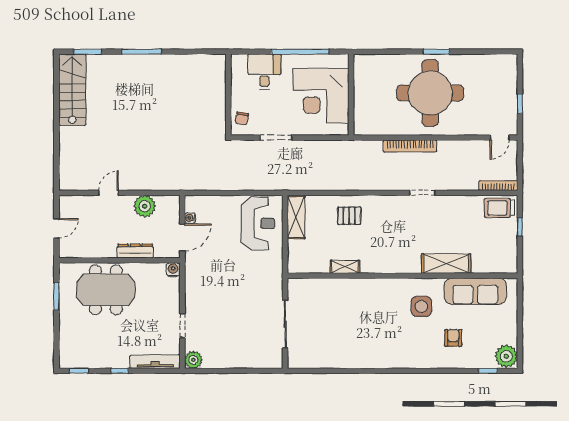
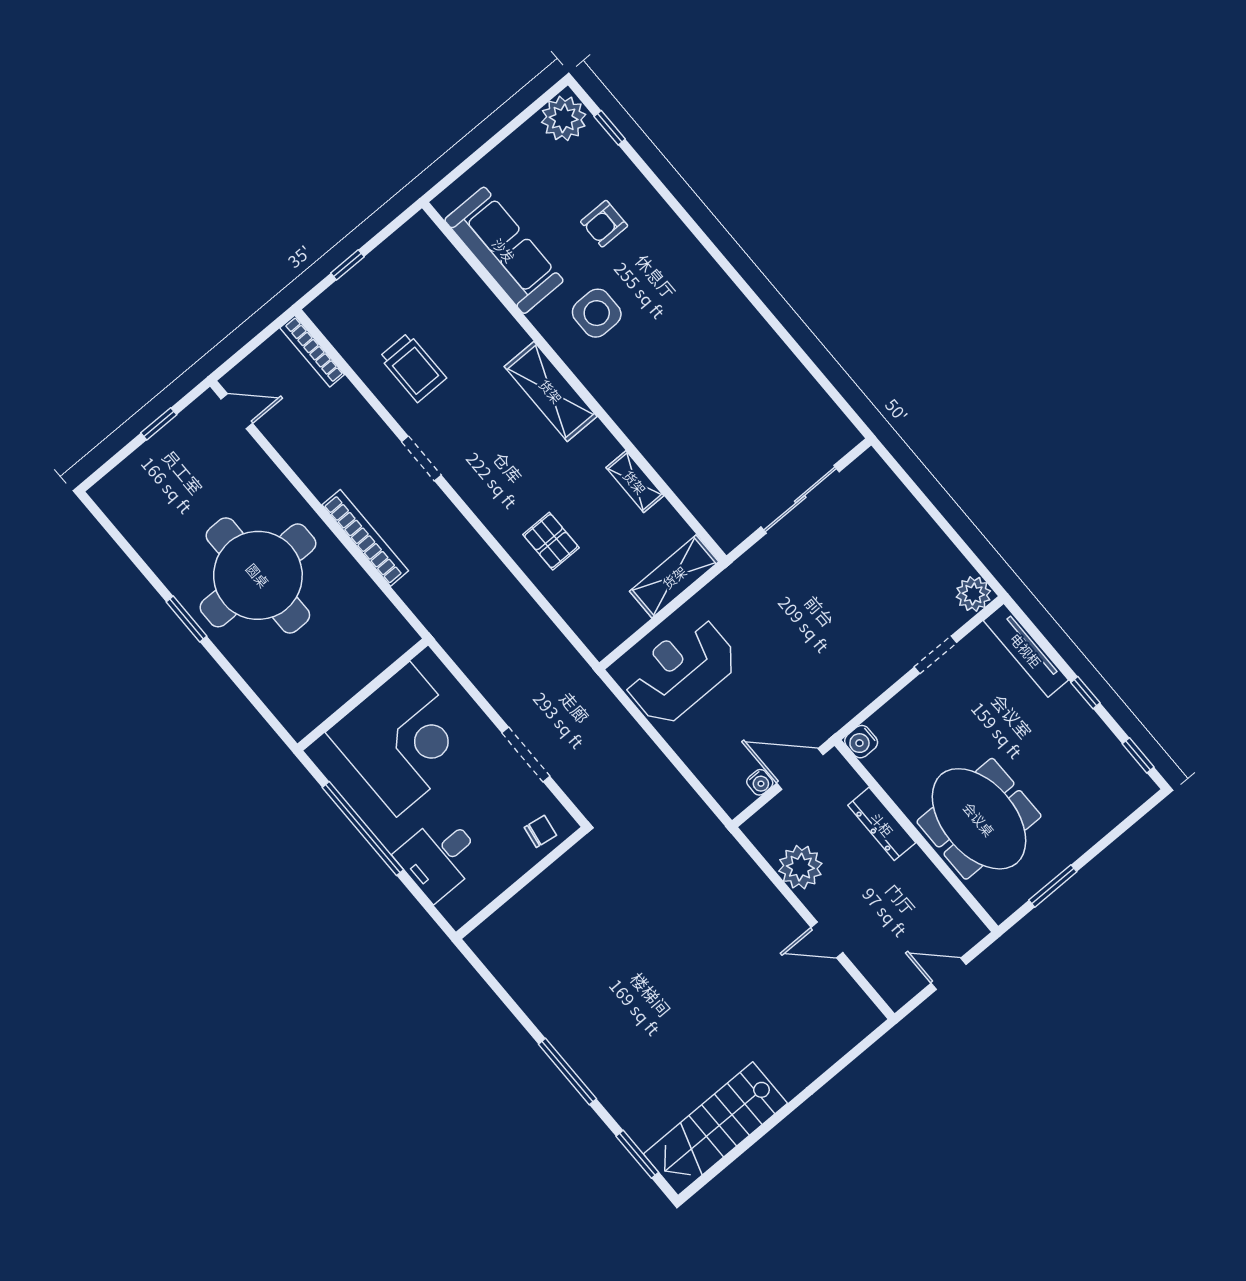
trolley: (499, 208) -> (413, 367), moved
shelving: (296, 217) -> (674, 577), moved
shelving: (446, 264) -> (551, 391), moved

